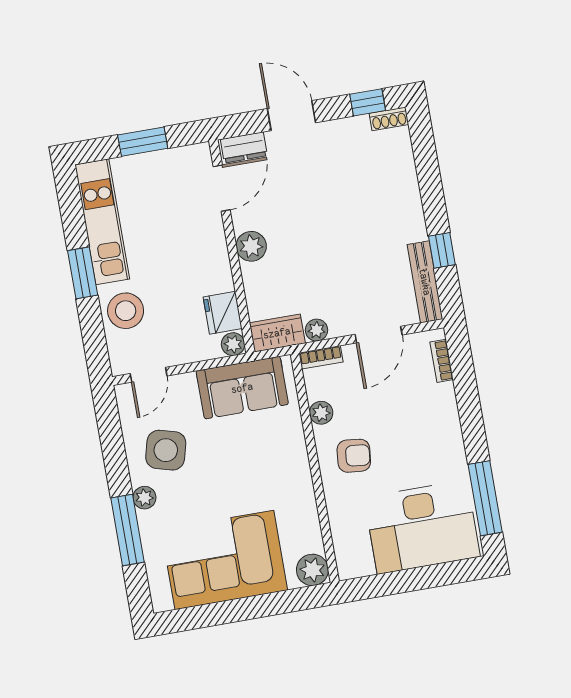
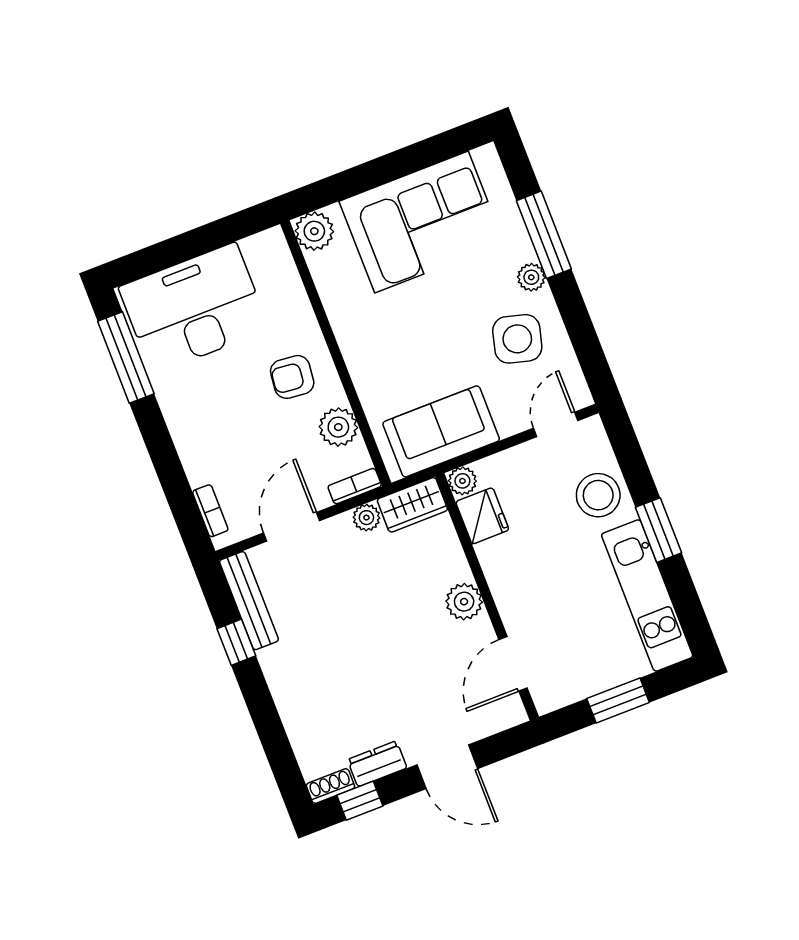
dresser: (244, 147) -> (377, 764), moved
plant: (321, 413) -> (338, 427), width x1.38, depth x1.38

